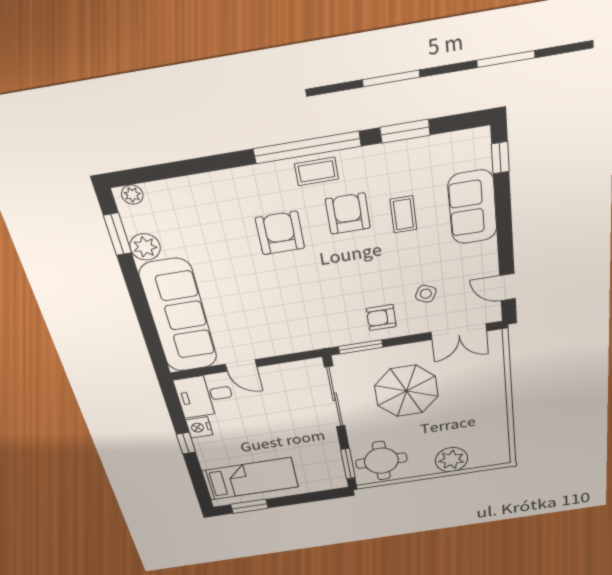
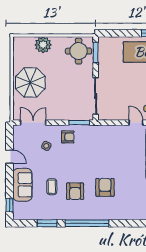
coffee table: (317, 171) -> (85, 212), removed
armchair: (280, 233) -> (105, 187), turned 180
door: (508, 287) -> (10, 157), moved
parasol: (406, 391) -> (30, 82), moved

